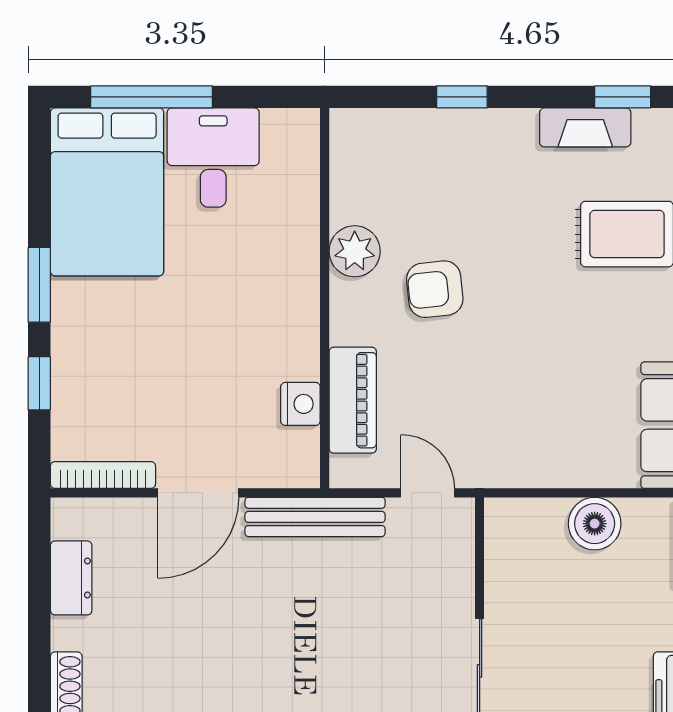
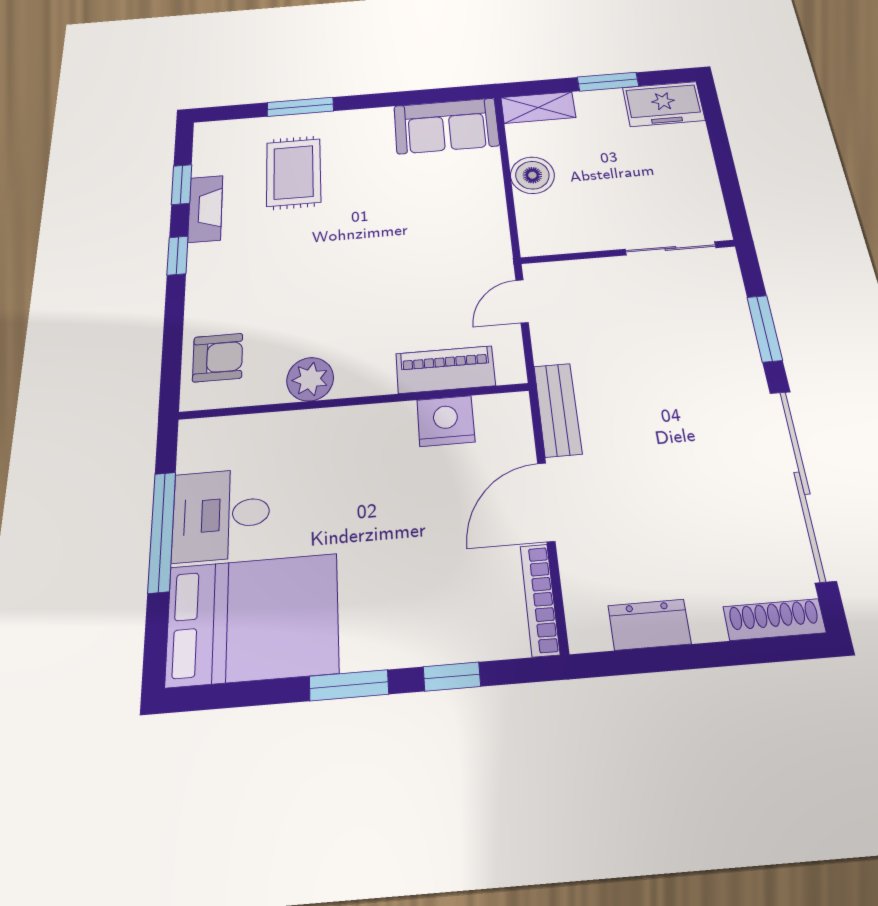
window: (152, 97) -> (162, 531), moved
window: (462, 97) -> (178, 256), moved
armchair: (435, 289) -> (218, 358), moved, turned -84
nightstand: (300, 404) -> (446, 421), width x1.36, depth x1.33
door: (198, 493) -> (546, 502), swing flipped
bench: (315, 517) -> (558, 410), width x0.73

